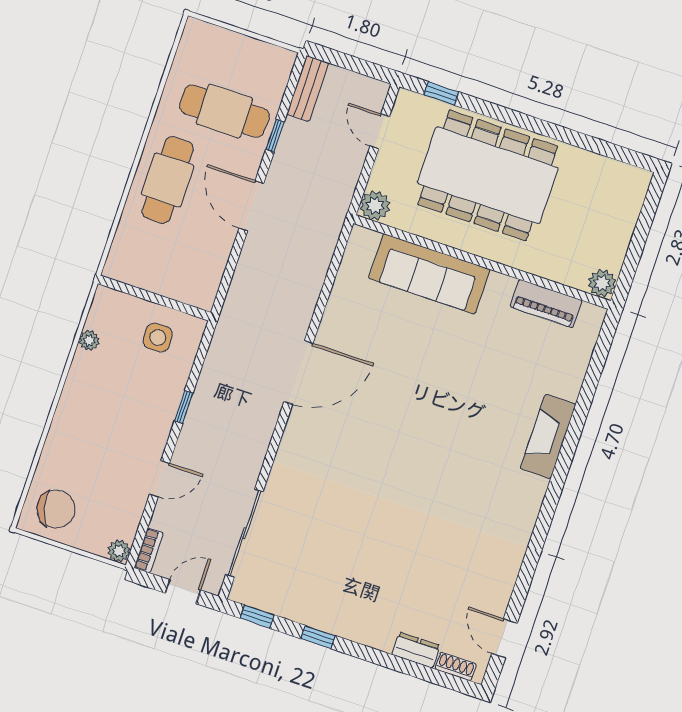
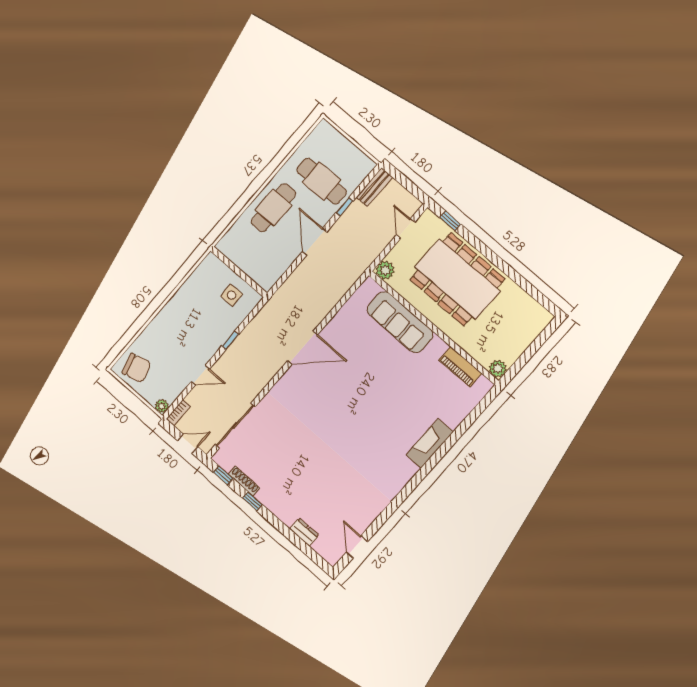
plant: (89, 340) -> (193, 281), removed
shoe rack: (456, 666) -> (244, 481), moved, width x1.43

